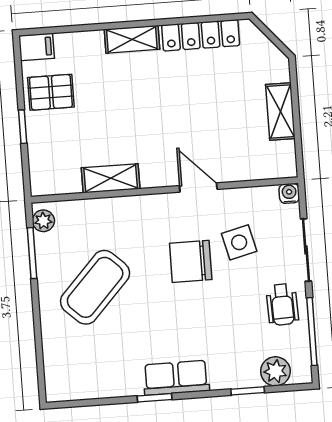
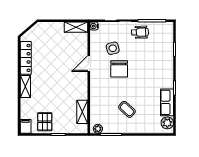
shelving: (280, 111) -> (76, 27), moved
shelving: (111, 178) -> (82, 112), moved
coffee table: (95, 287) -> (127, 109), width x0.54, depth x0.58
plant: (275, 371) -> (167, 123), moved
row of seats: (176, 378) -> (167, 102), moved

